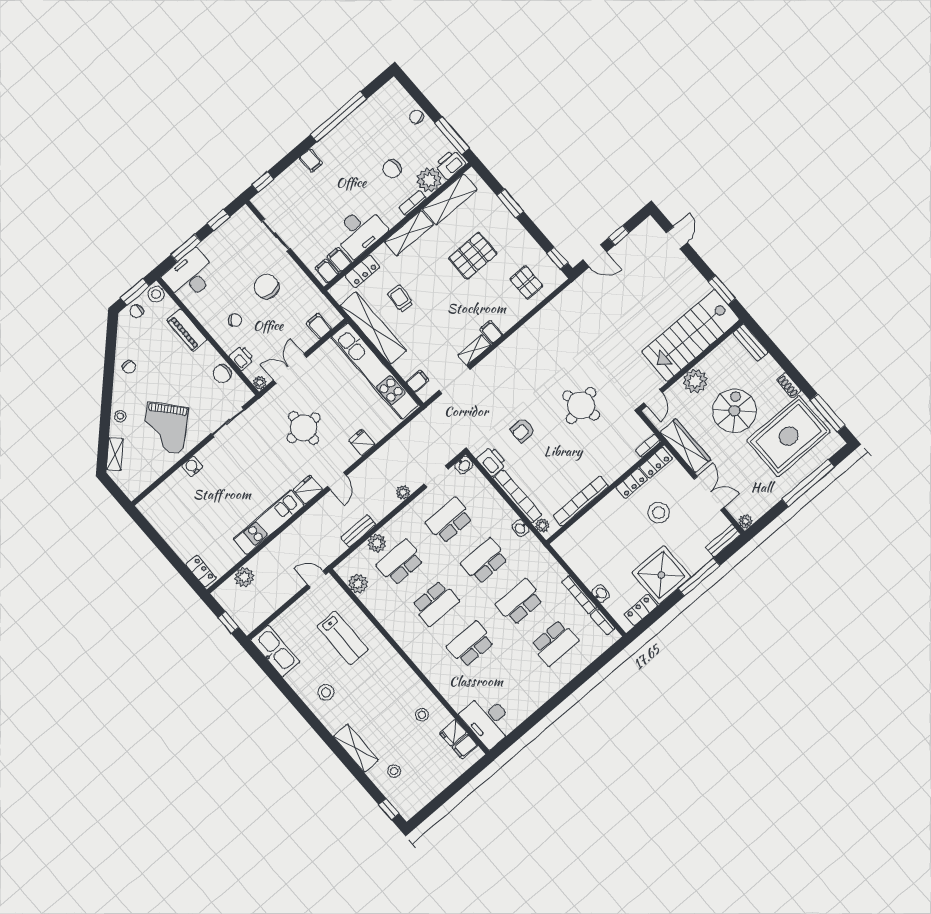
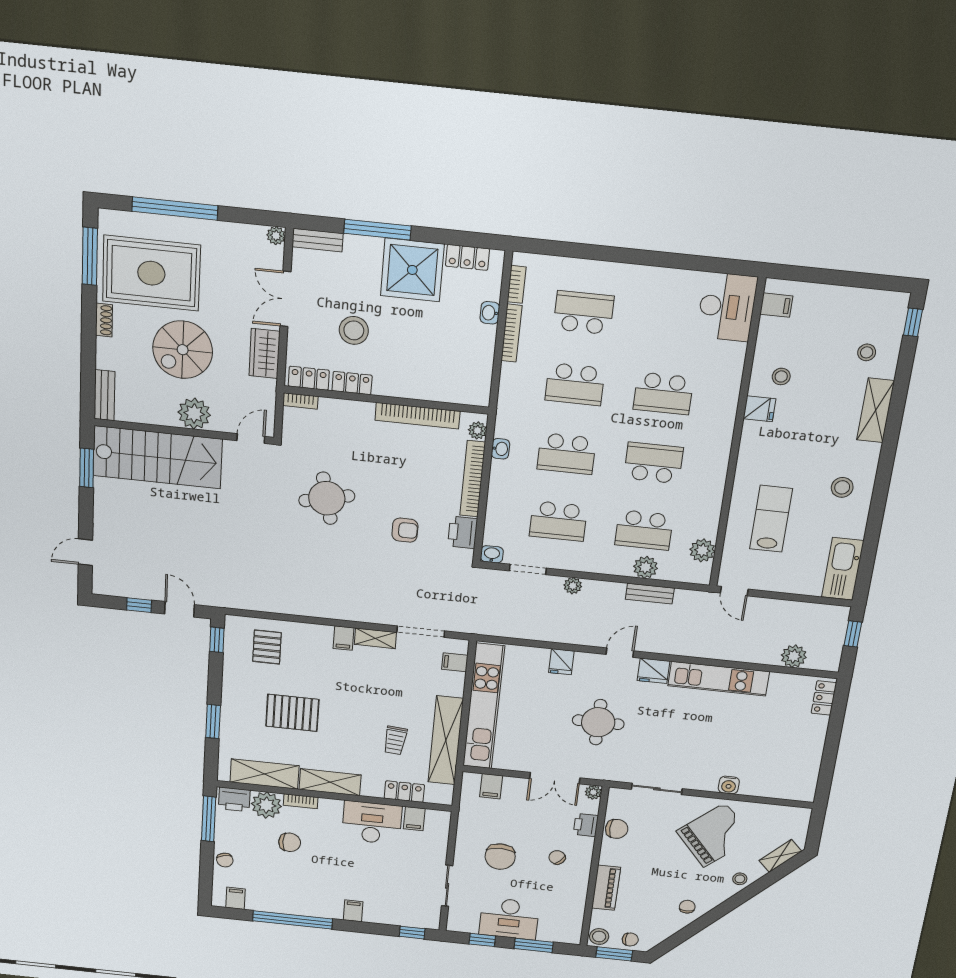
filing cabinet: (327, 271) -> (236, 898), moved, turned 180
desk: (190, 276) -> (509, 919), moved
wardrobe: (685, 446) -> (265, 354), width x0.67
fridge: (453, 733) -> (759, 409), moved

